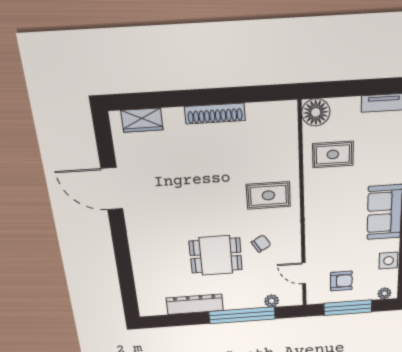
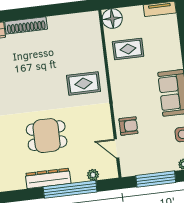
shoe rack: (215, 114) -> (26, 25), moved
chair: (261, 244) -> (81, 124), removed
armchair: (341, 281) -> (128, 126), moved
dresser: (195, 304) -> (48, 178), moved

